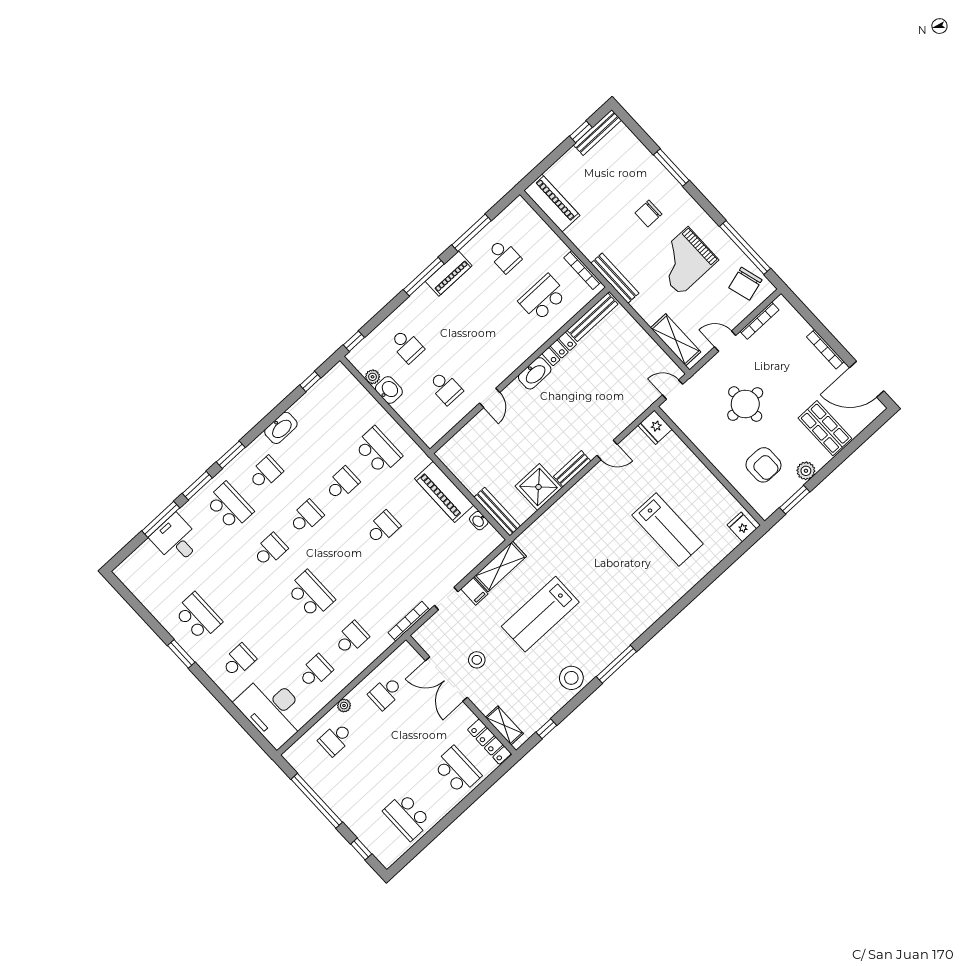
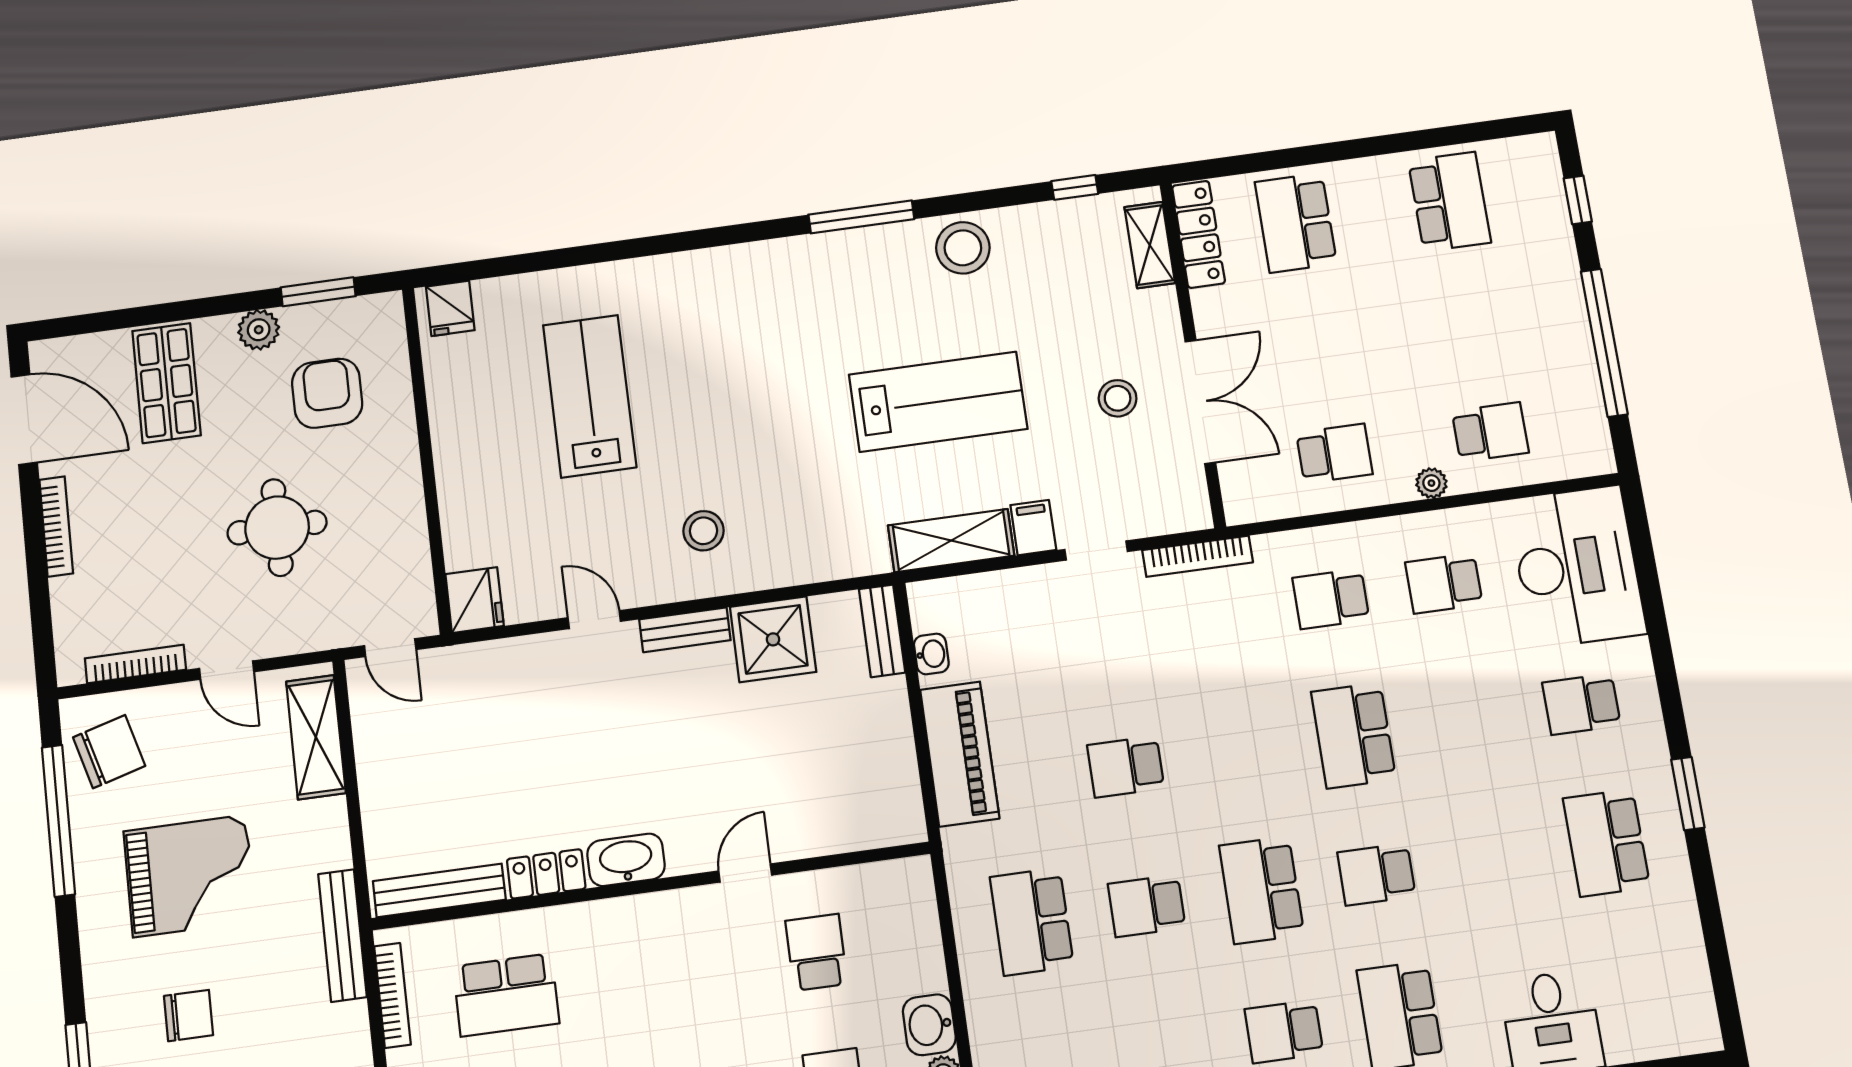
stool: (591, 509) -> (703, 531), added
bench: (497, 512) -> (882, 631), width x0.73
school desk: (306, 517) -> (1262, 890), width x1.85

